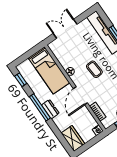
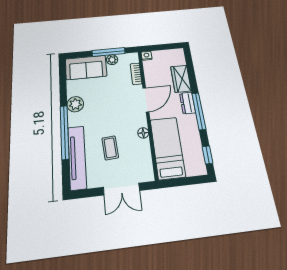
coffee table: (94, 69) -> (110, 148), moved
wardrobe: (73, 138) -> (181, 79), moved

